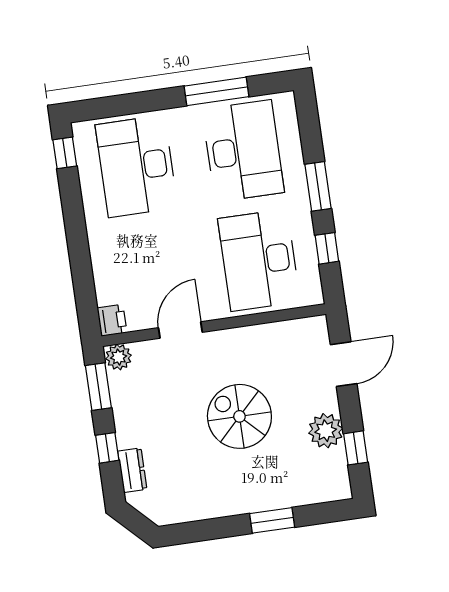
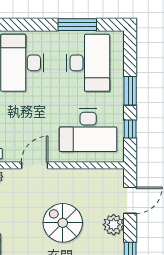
desk: (259, 260) -> (88, 130), turned -90
plant: (326, 431) -> (114, 225), moved

